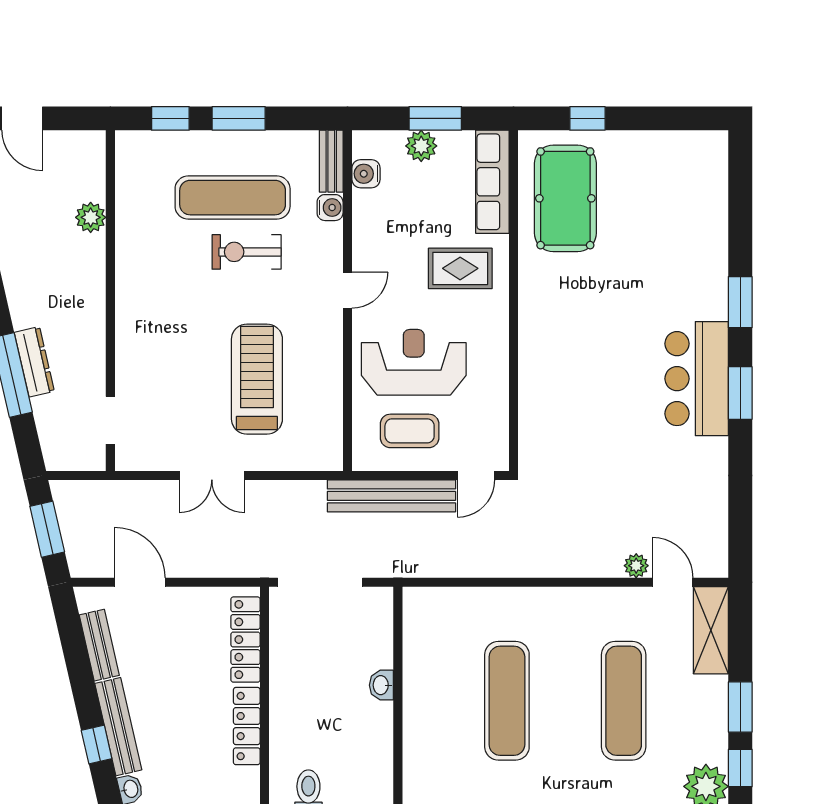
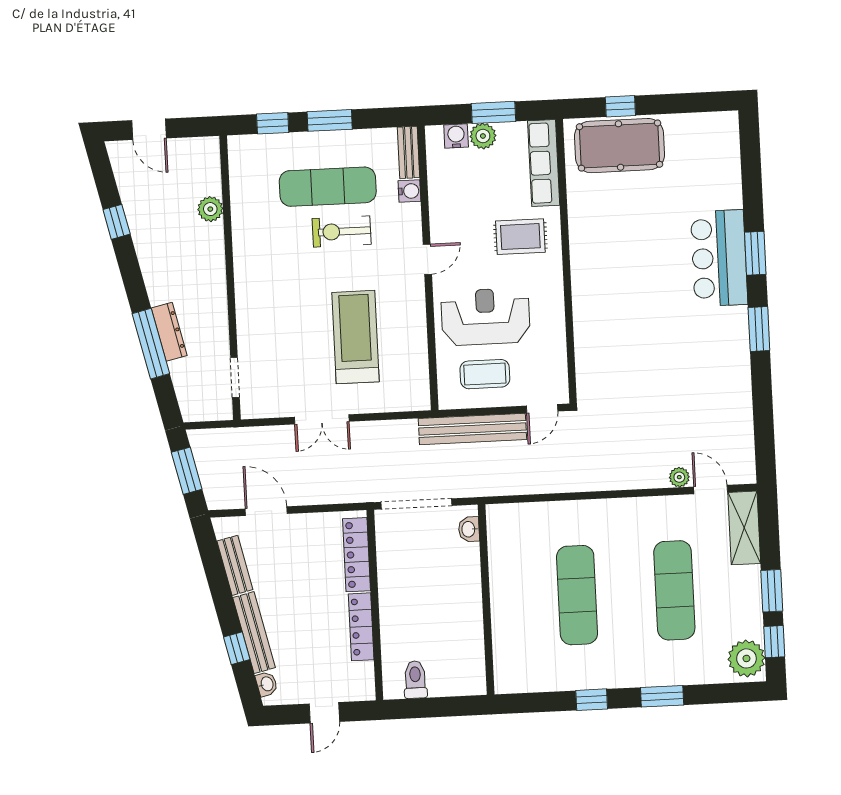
water cooler: (366, 174) -> (456, 136), moved, turned 90
pool table: (565, 198) -> (619, 146), moved, turned 90
bar counter: (697, 379) -> (719, 258), moved
washbasin: (381, 685) -> (469, 529), moved

